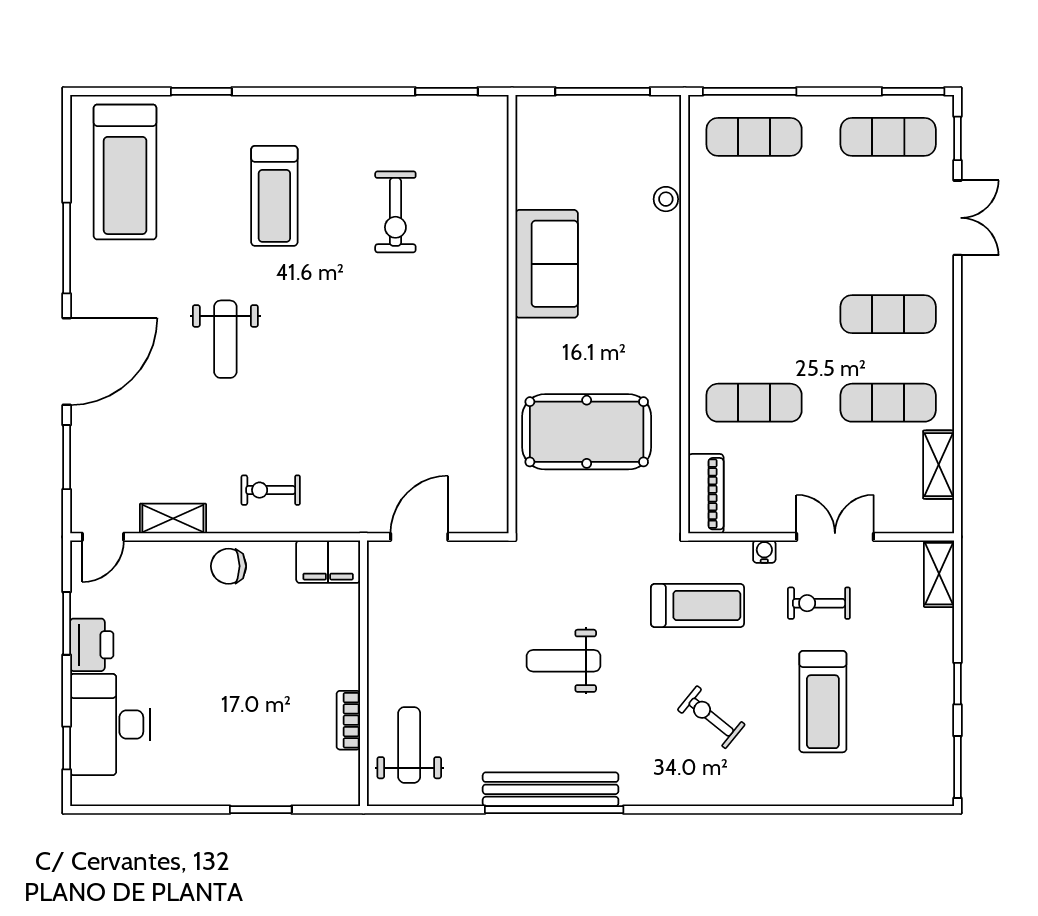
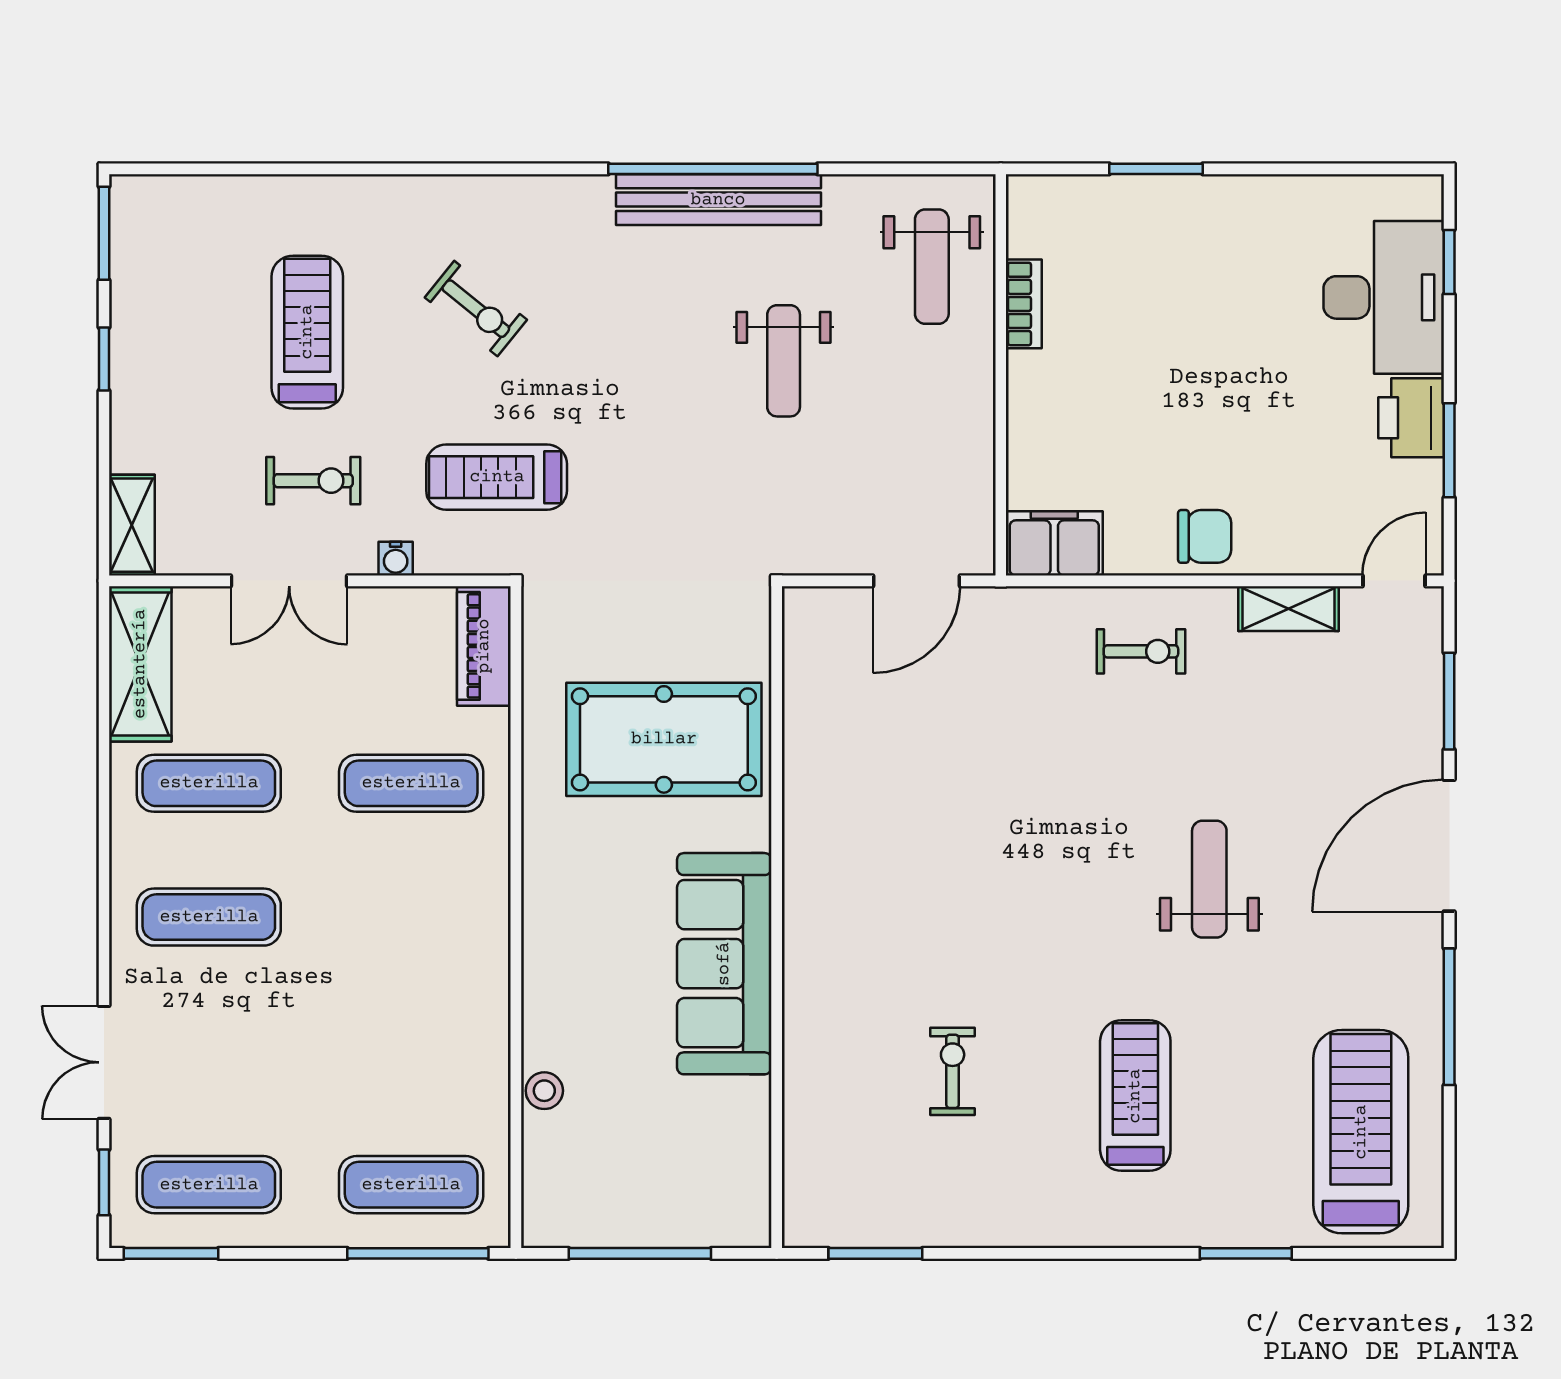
exercise bike: (395, 212) -> (953, 1071), width x0.73, depth x0.72
sofa: (547, 264) -> (724, 964), width x1.36
shelving: (939, 465) -> (140, 664), width x1.50, depth x1.33
weight bench: (564, 661) -> (784, 361), moved, turned 90

